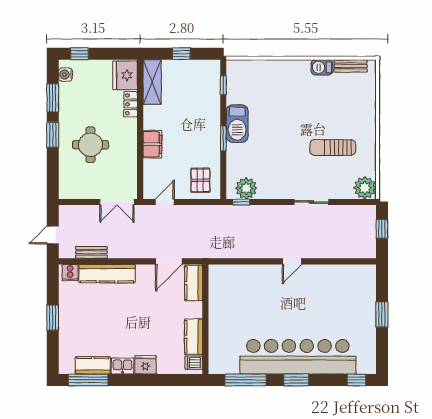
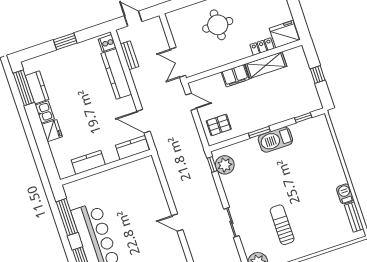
shelving: (152, 82) -> (266, 65), moved
dishwasher: (194, 363) -> (67, 170), removed

